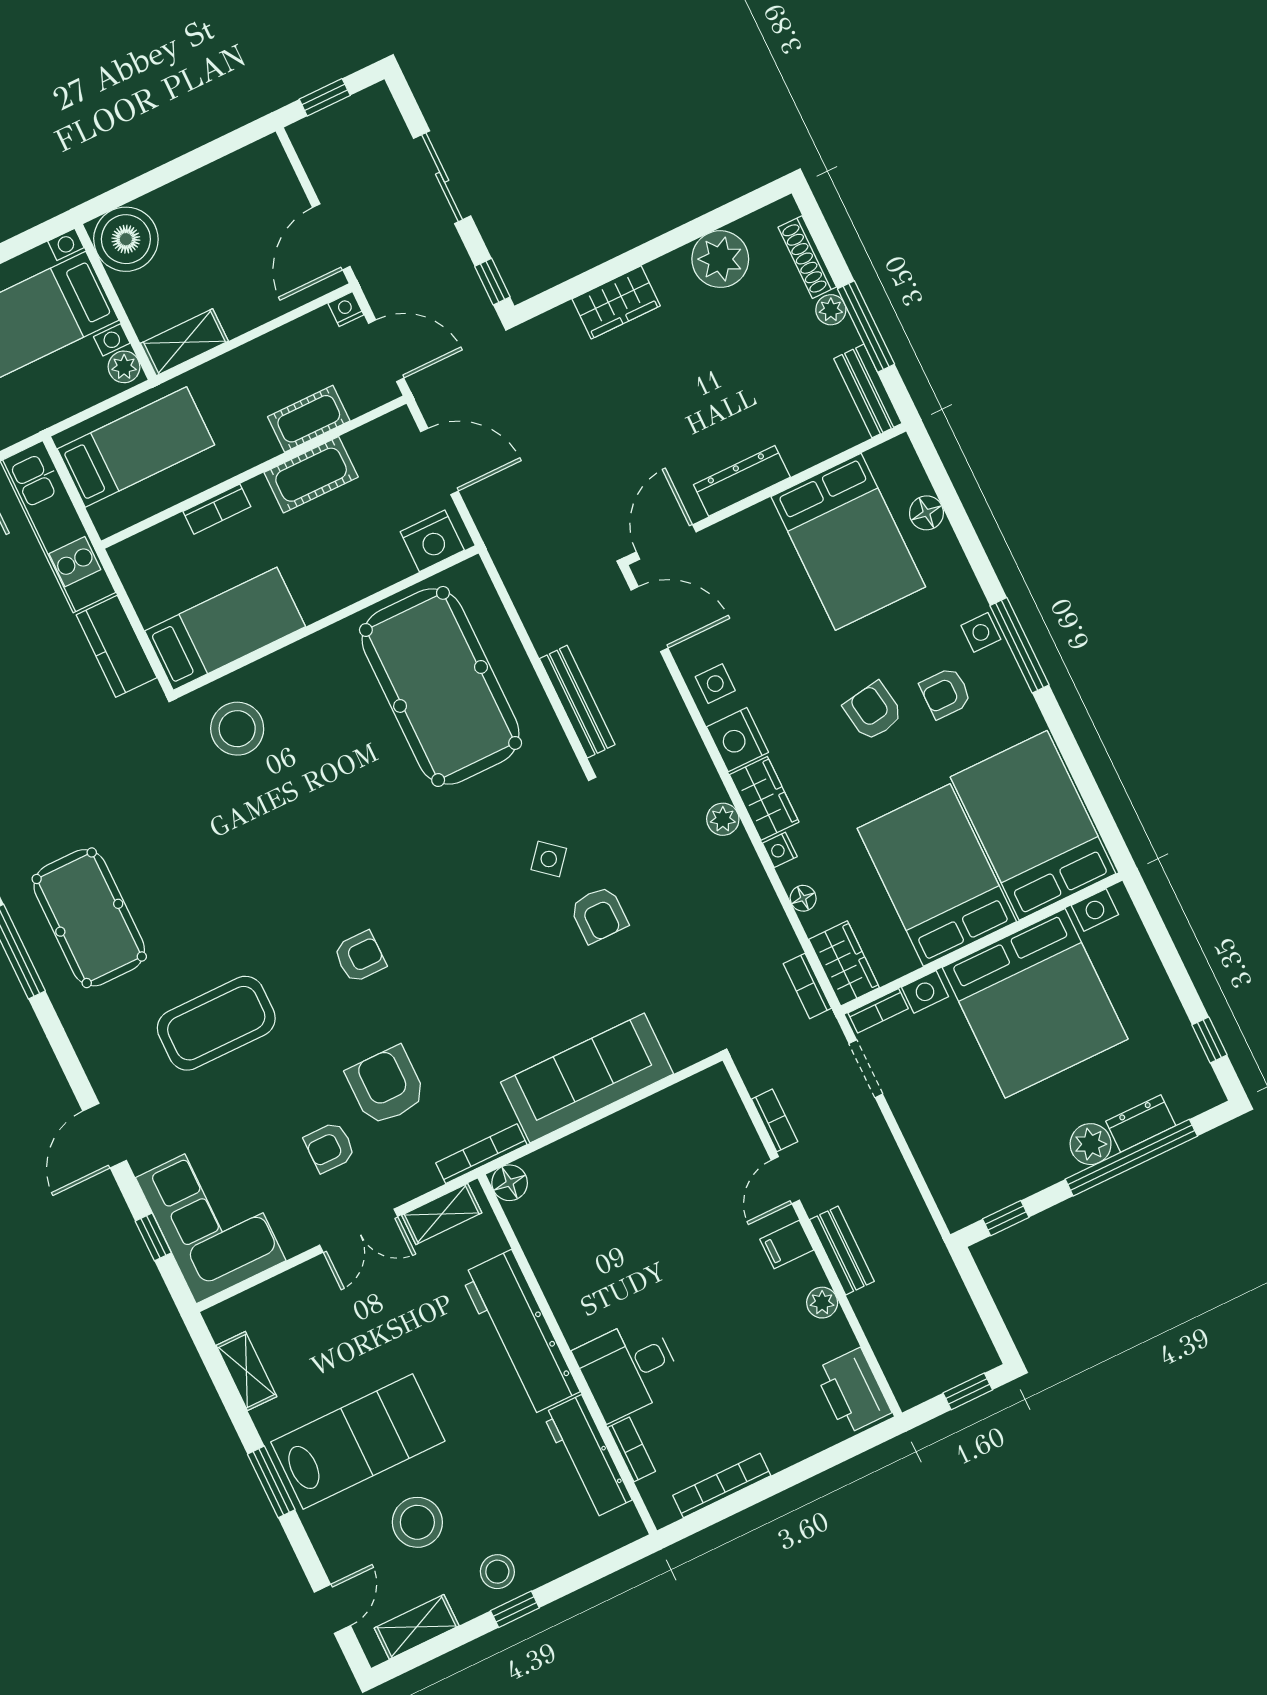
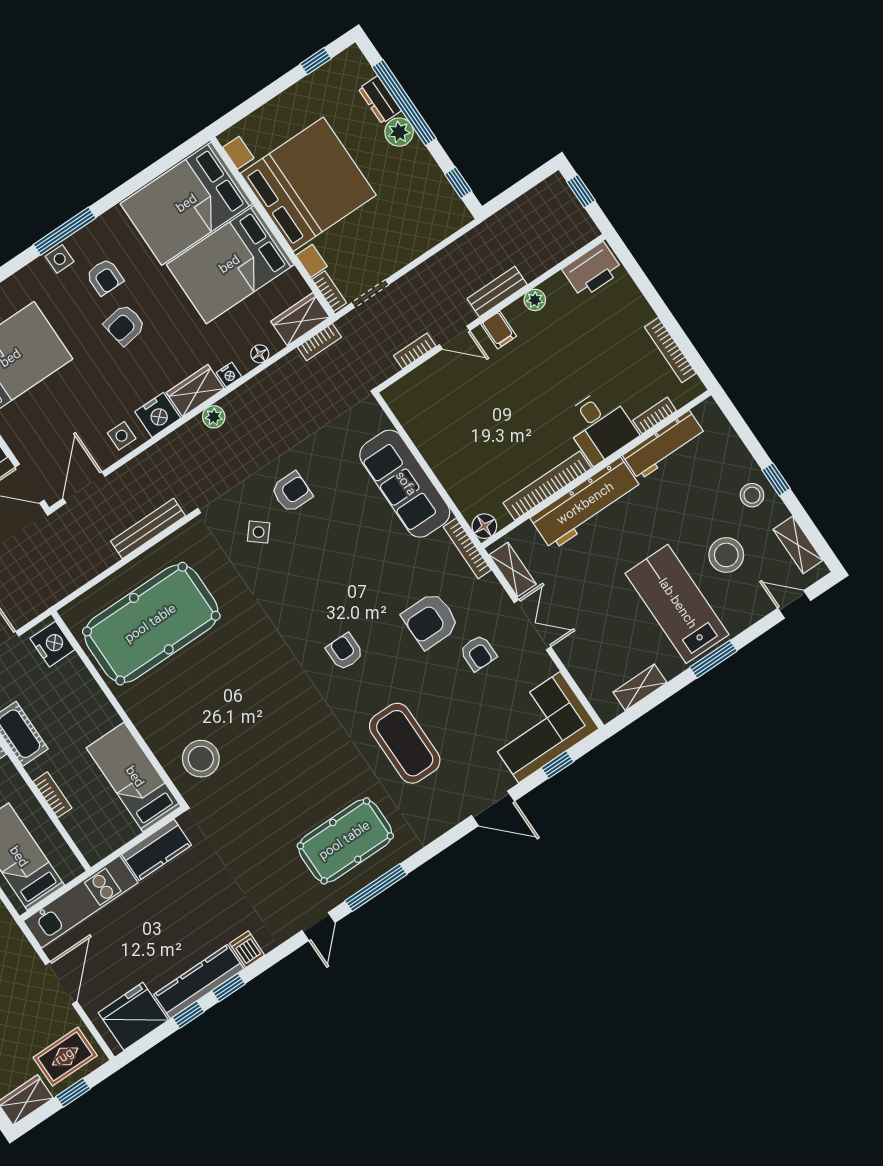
bookcase: (554, 1281) -> (547, 486), added

